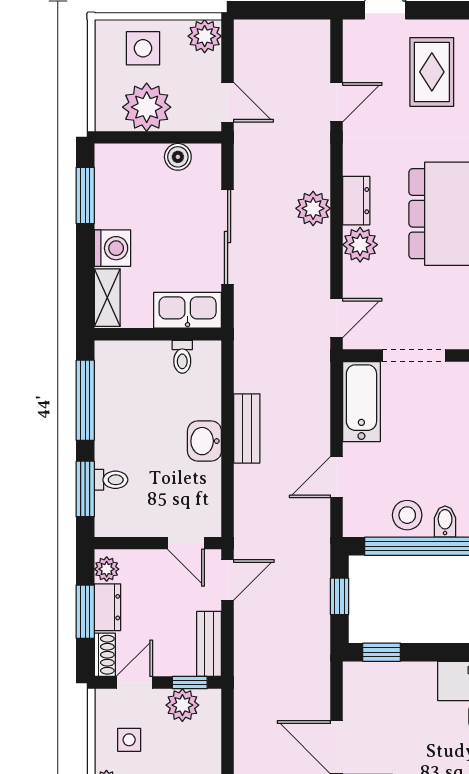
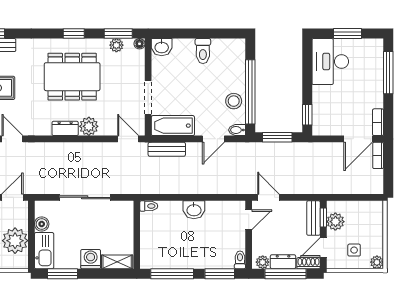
plant: (313, 208) -> (69, 152), removed
kitchen sink: (188, 310) -> (44, 251), moved, turned 180
toilet: (182, 357) -> (149, 206), moved
bench: (247, 428) -> (167, 149), moved
door: (337, 477) -> (213, 139), hinge flipped
toilet: (111, 480) -> (240, 260), moved
bidet: (445, 521) -> (237, 130), moved
window: (340, 596) -> (277, 137), width x1.50
window: (85, 612) -> (285, 274), width x1.44
bench: (209, 644) -> (313, 218), moved, turned 90
door: (134, 682) -> (323, 247), hinge flipped

